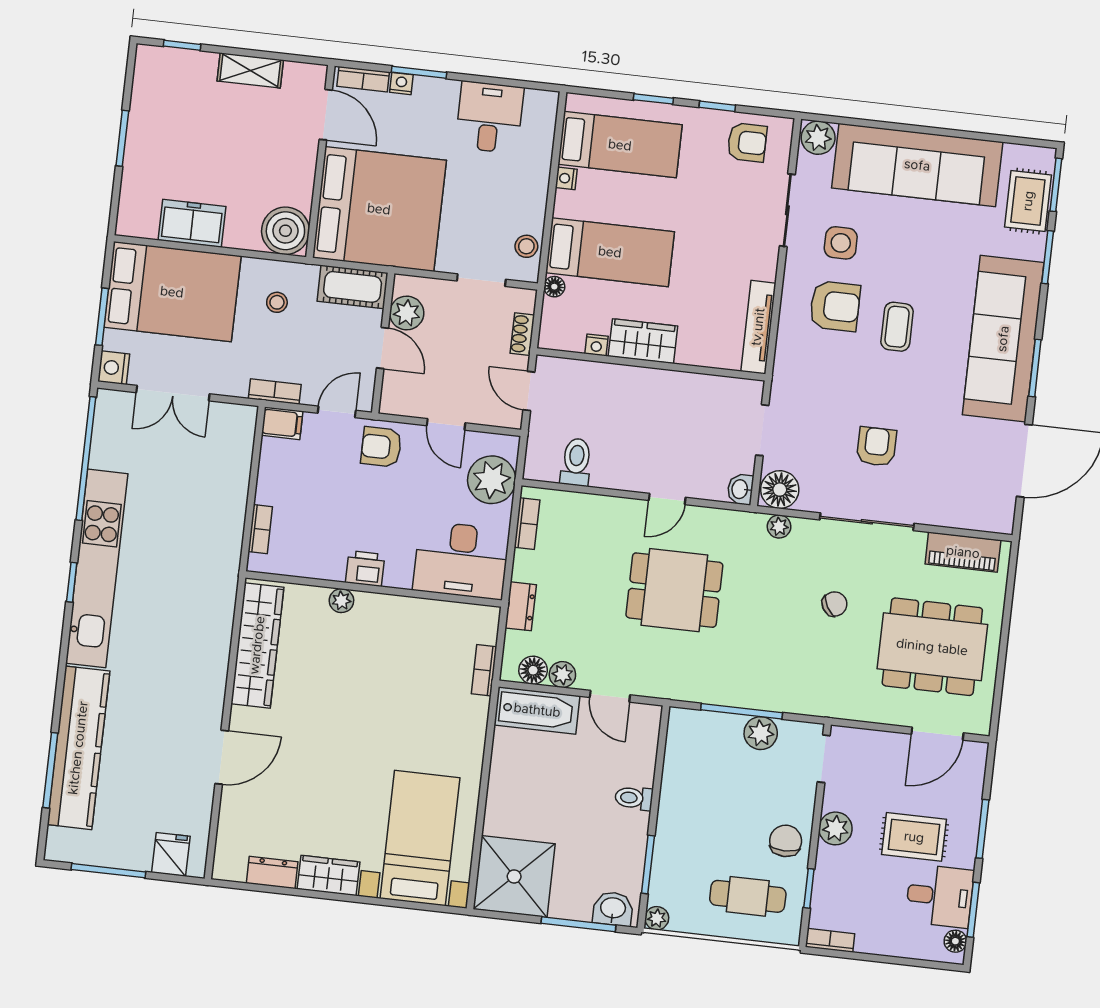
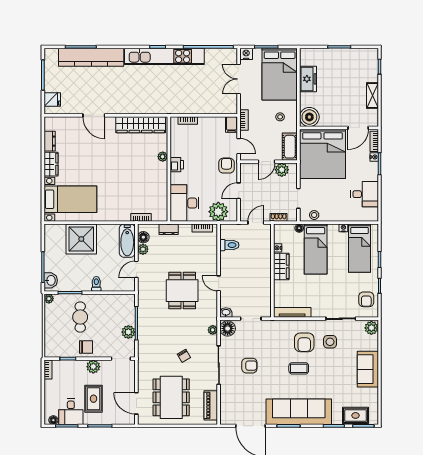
sofa: (917, 165) -> (368, 369), width x0.54, depth x0.79
shower: (514, 876) -> (81, 239), moved
cafe table: (748, 896) -> (80, 317), moved

